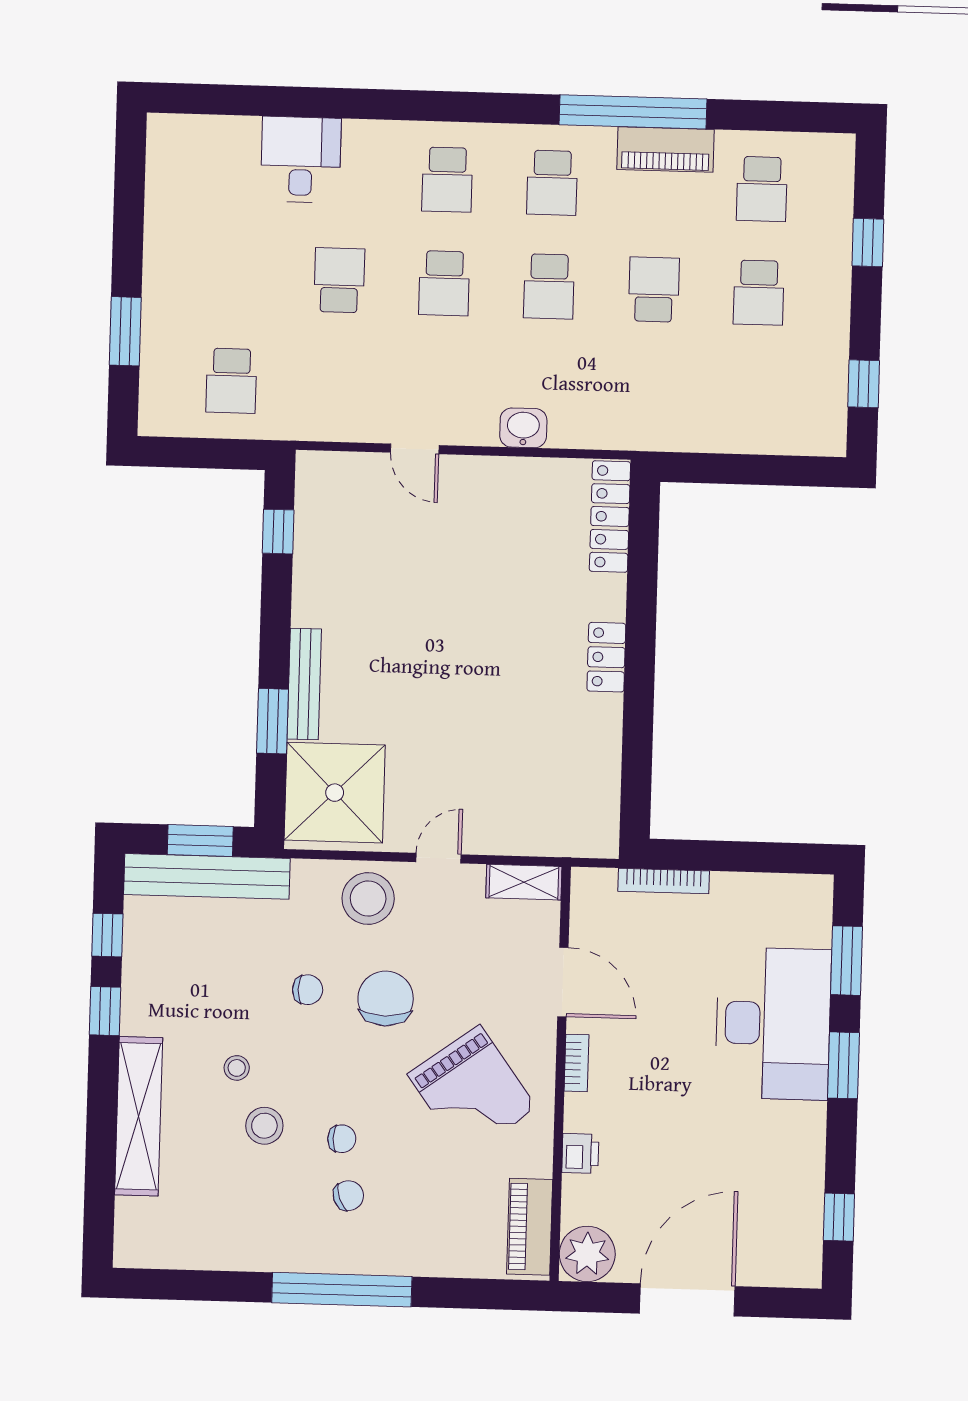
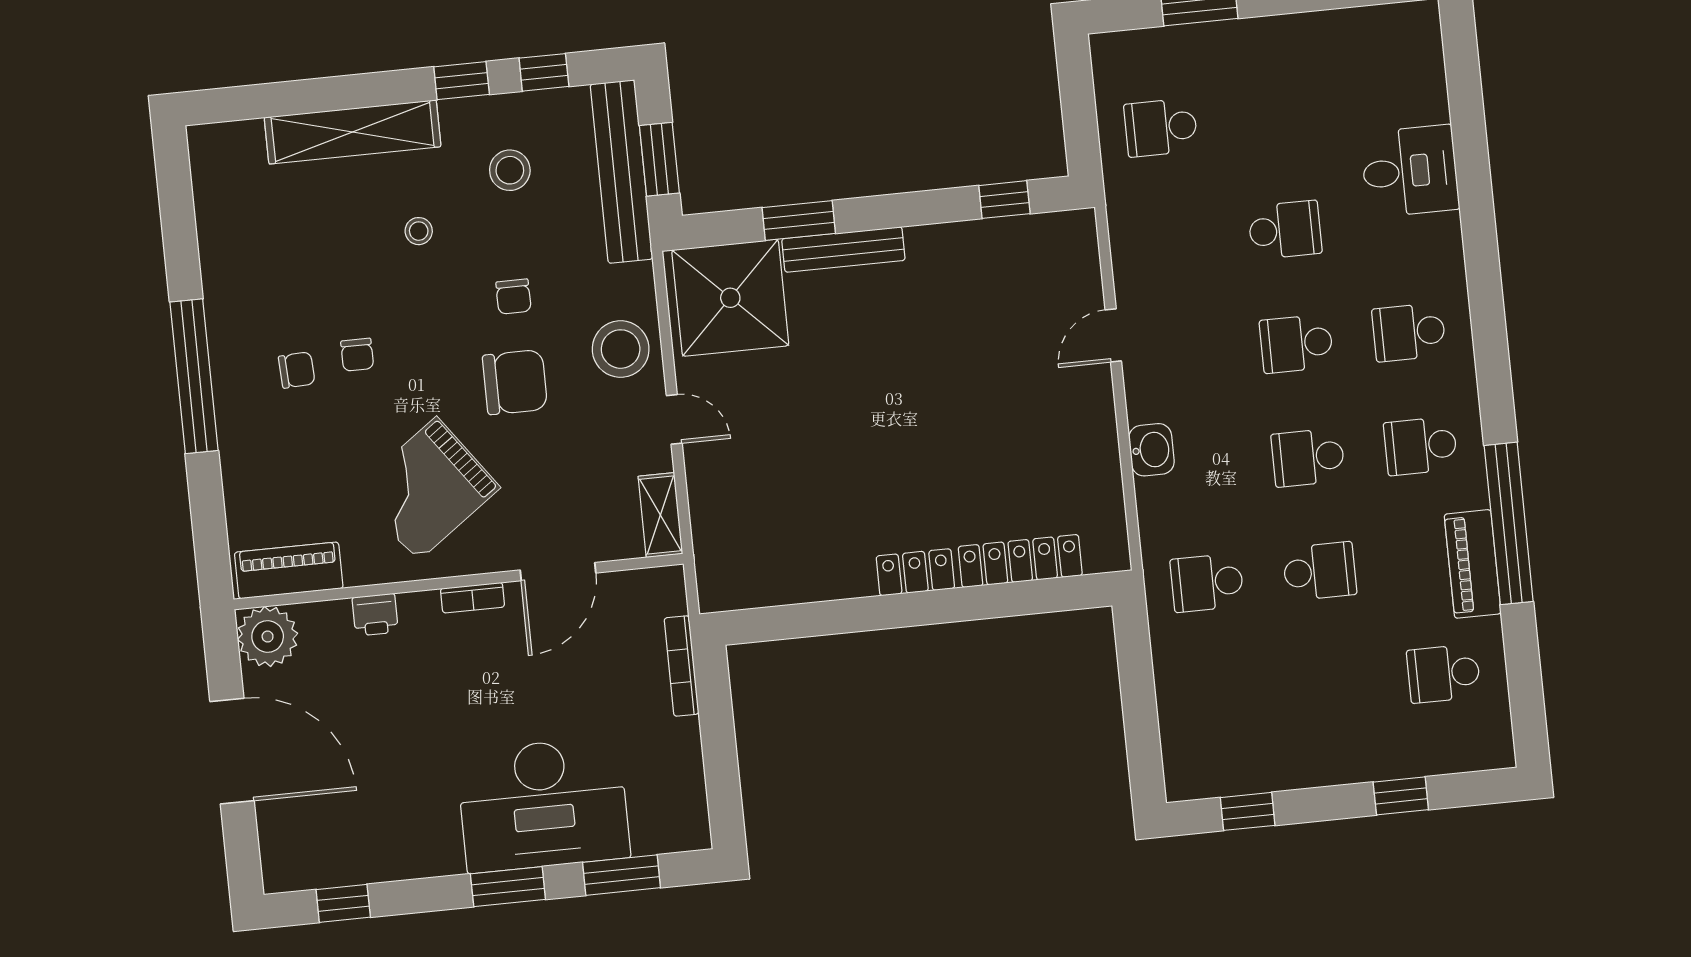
school desk: (759, 293) -> (1207, 583), moved
locker: (610, 517) -> (1020, 561), moved
stool: (264, 1126) -> (510, 170), moved
chair: (348, 1196) -> (297, 370), turned -73

